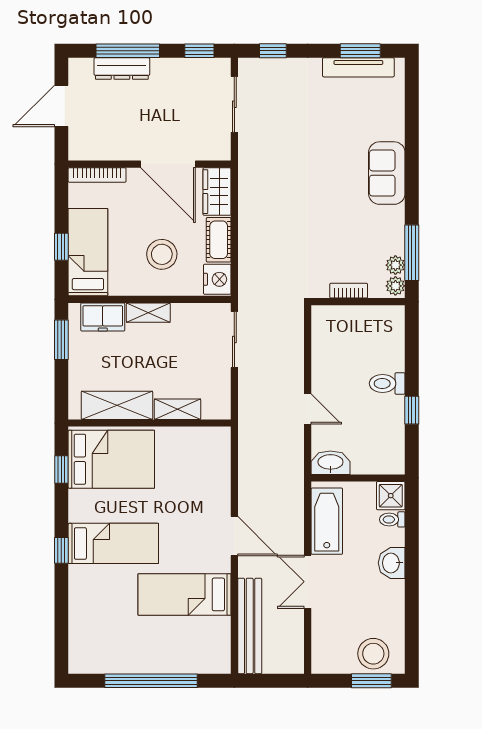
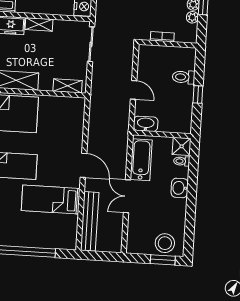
bookcase: (349, 291) -> (162, 37), moved
wall: (358, 302) -> (168, 44), moved
shelving: (178, 409) -> (68, 86), moved

